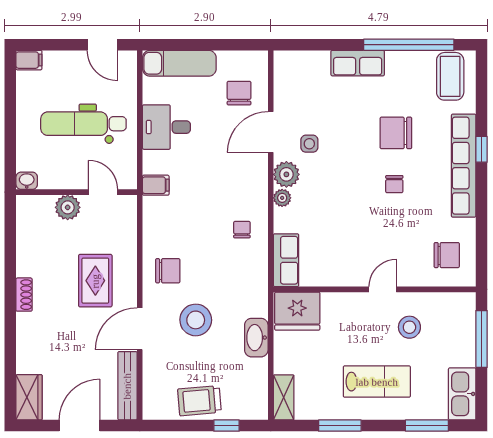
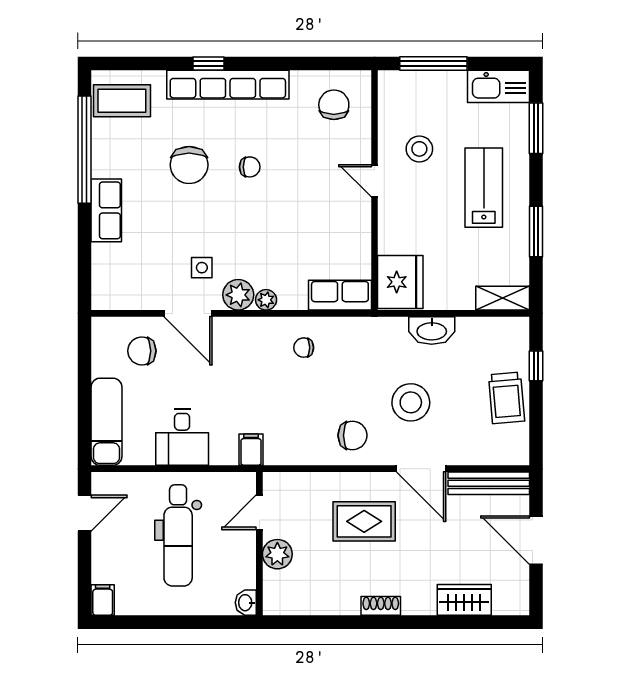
chair: (168, 271) -> (352, 435), turned 90
wardrobe: (29, 397) -> (464, 600), moved

